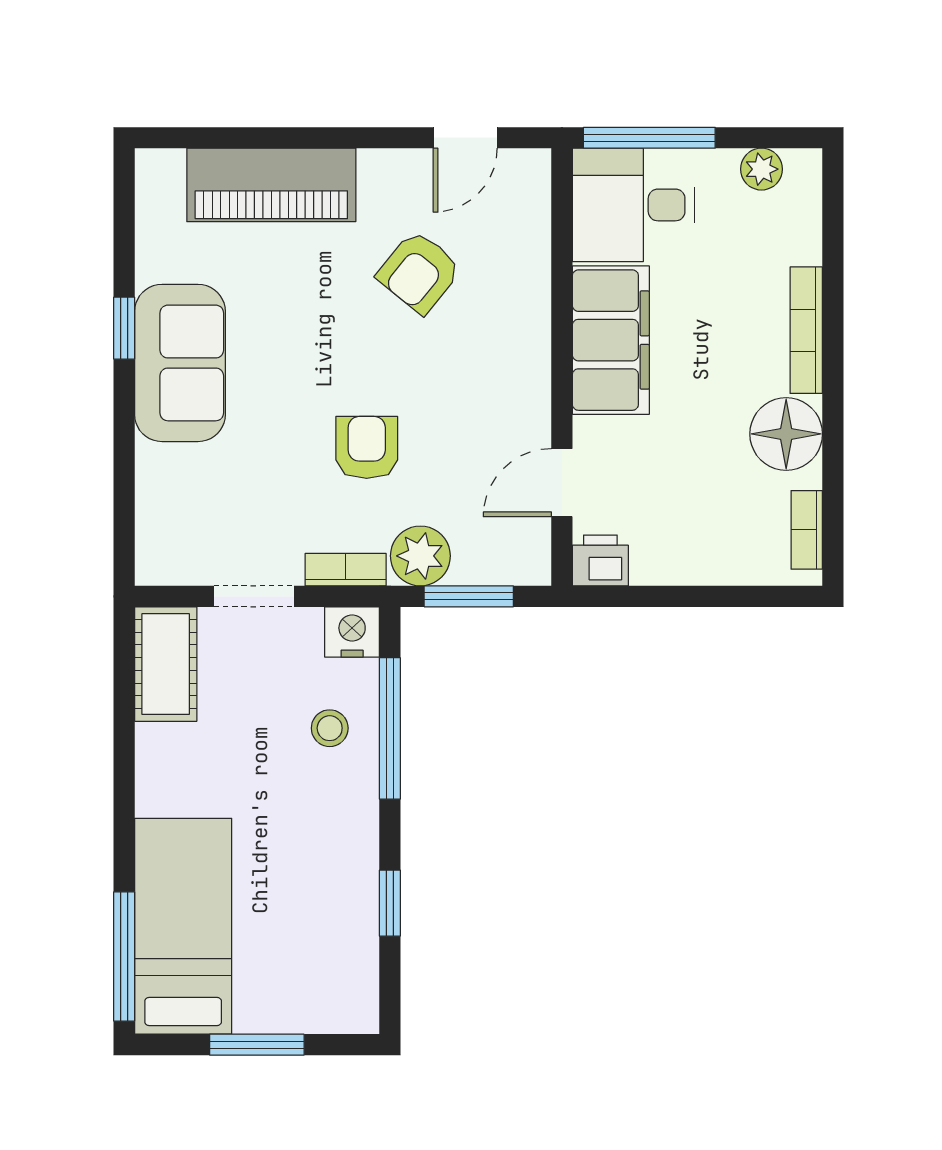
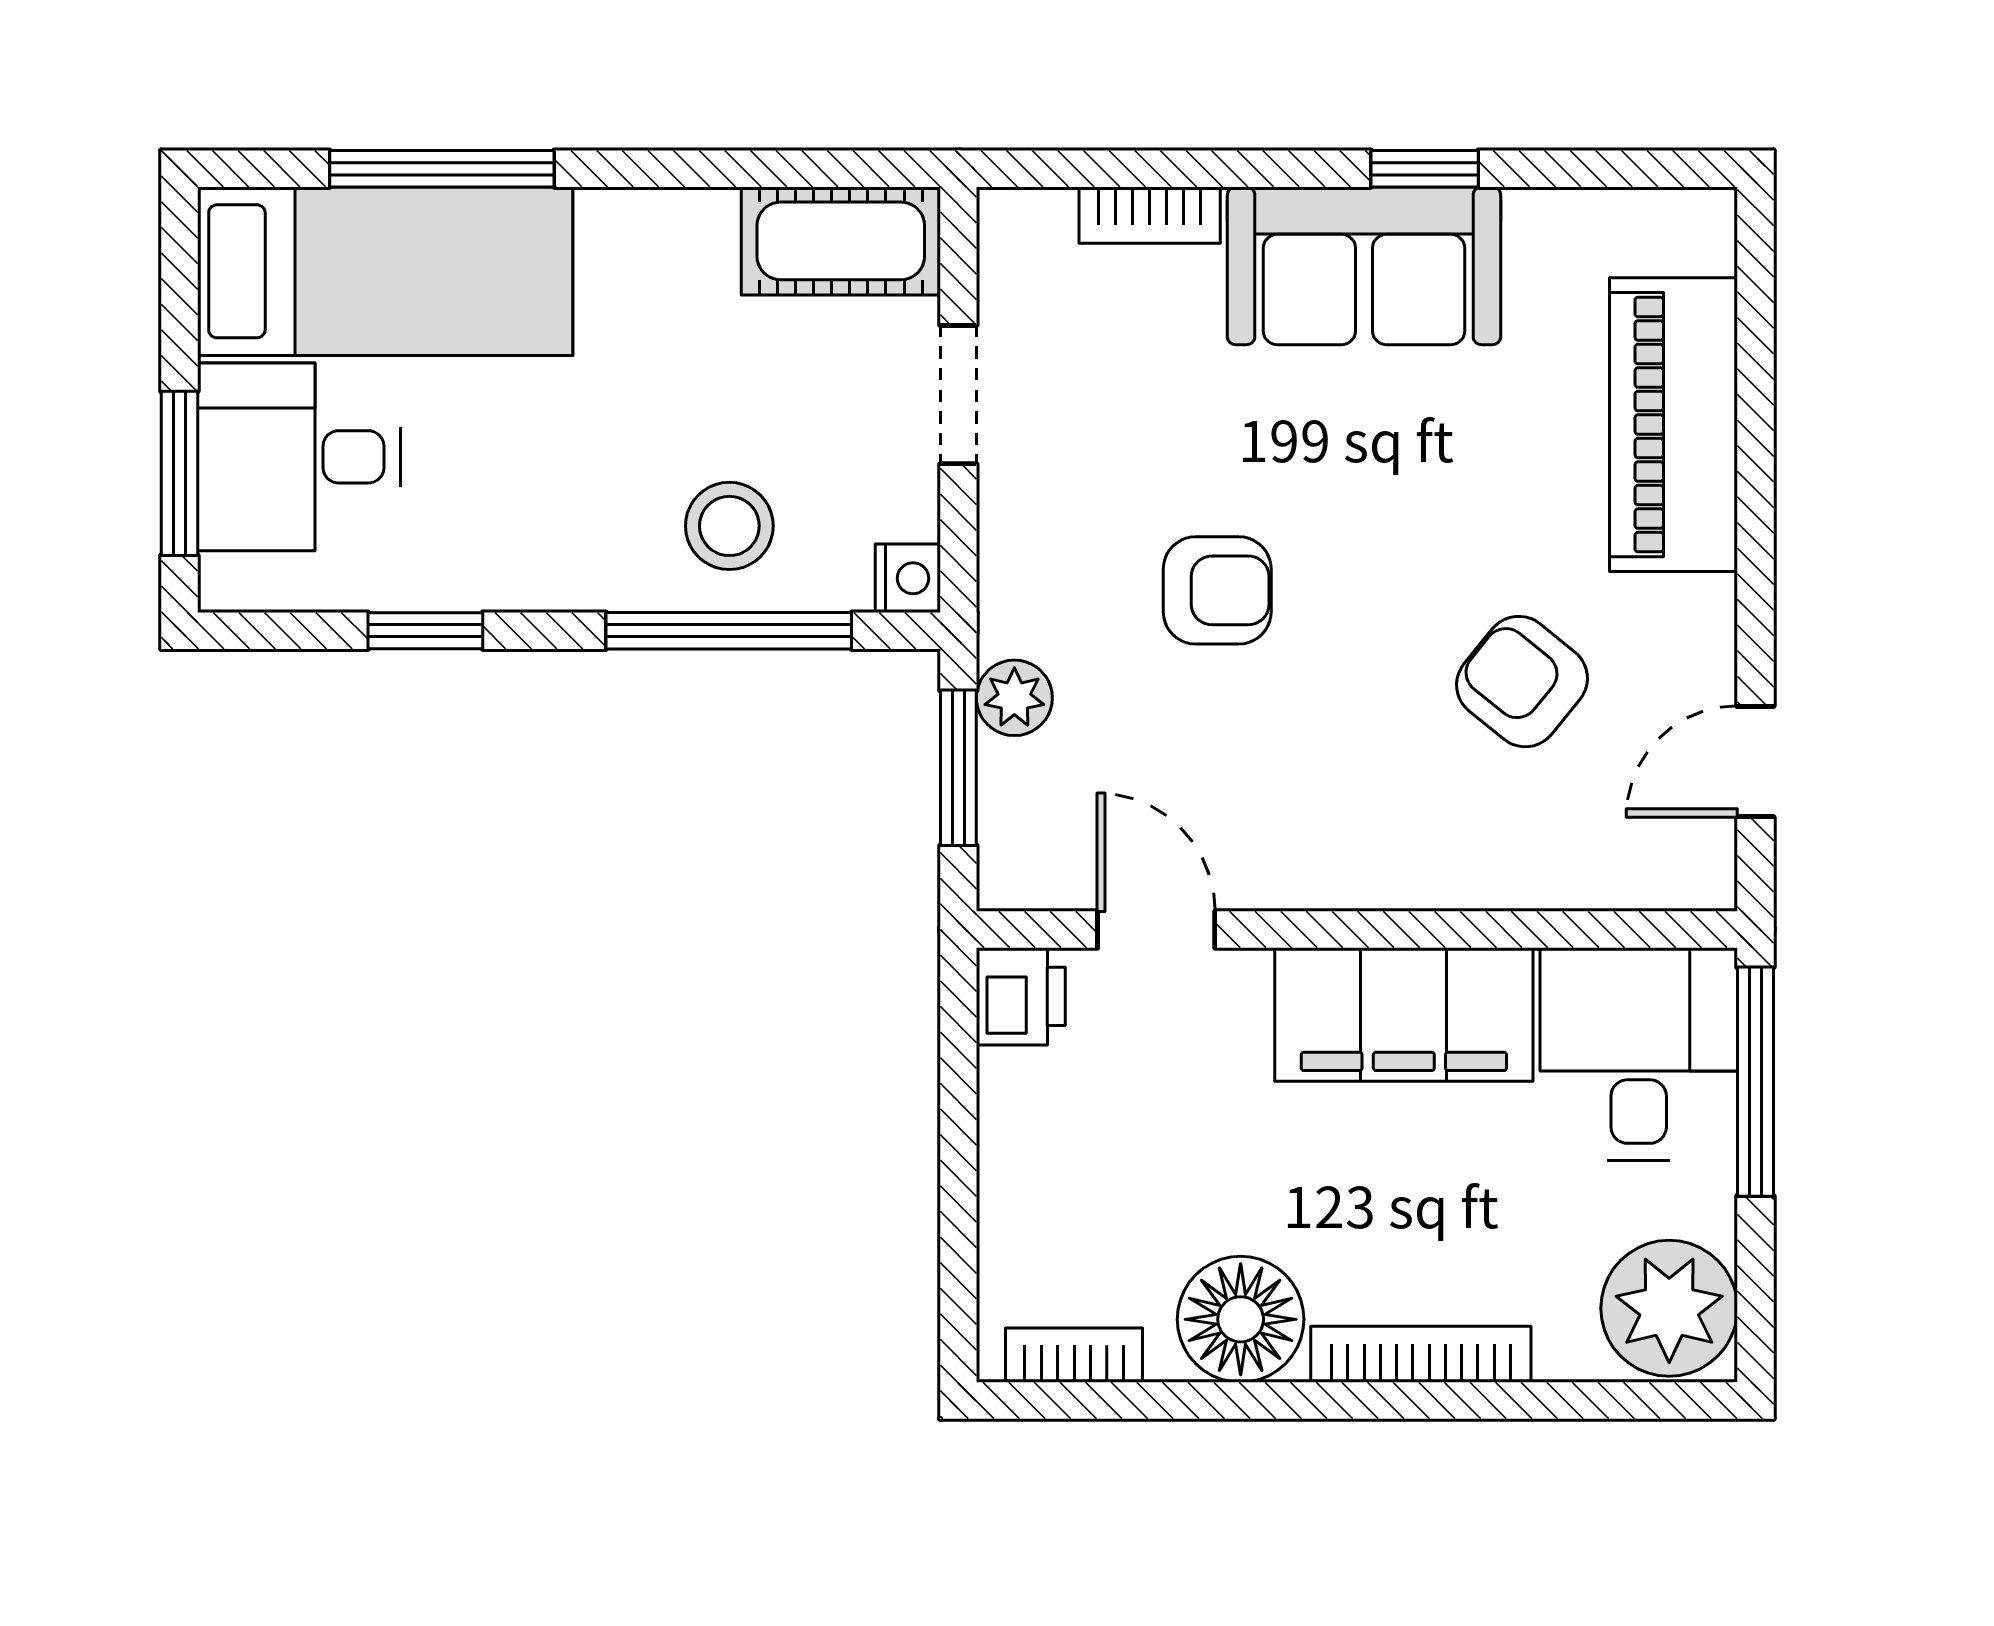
door: (465, 138) -> (1755, 762), hinge flipped
plant: (761, 169) -> (1669, 1308), width x1.88, depth x1.88
plant: (420, 556) -> (1014, 698), width x0.73, depth x0.73
bookcase: (346, 570) -> (1150, 215), moved, turned 90
nightstand: (352, 632) -> (908, 578), width x0.72, depth x0.74
stool: (330, 728) -> (729, 526), width x1.37, depth x1.37
window: (124, 956) -> (442, 169), moved
desk: (290, 976) -> (299, 457), added
window: (257, 1045) -> (179, 473), moved

